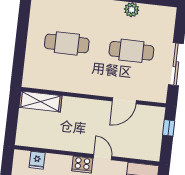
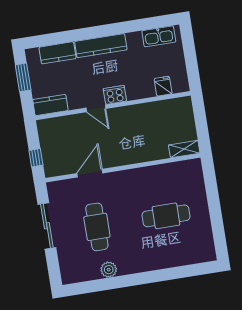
cafe table: (131, 51) -> (97, 227), turned 90
shelving: (40, 102) -> (184, 149), width x0.67, depth x0.75

